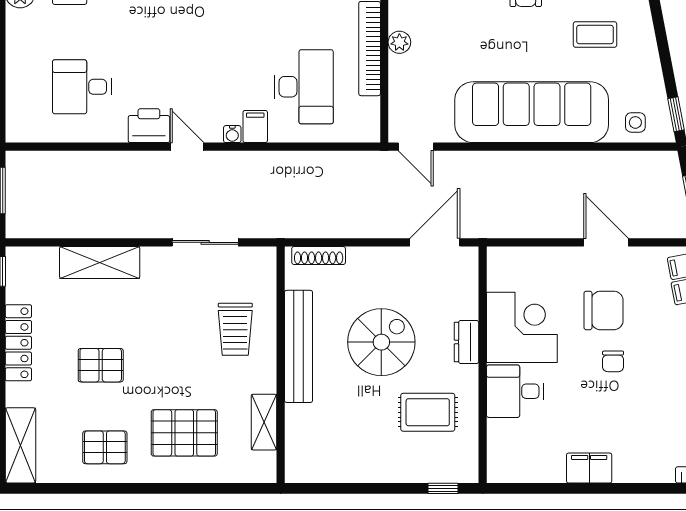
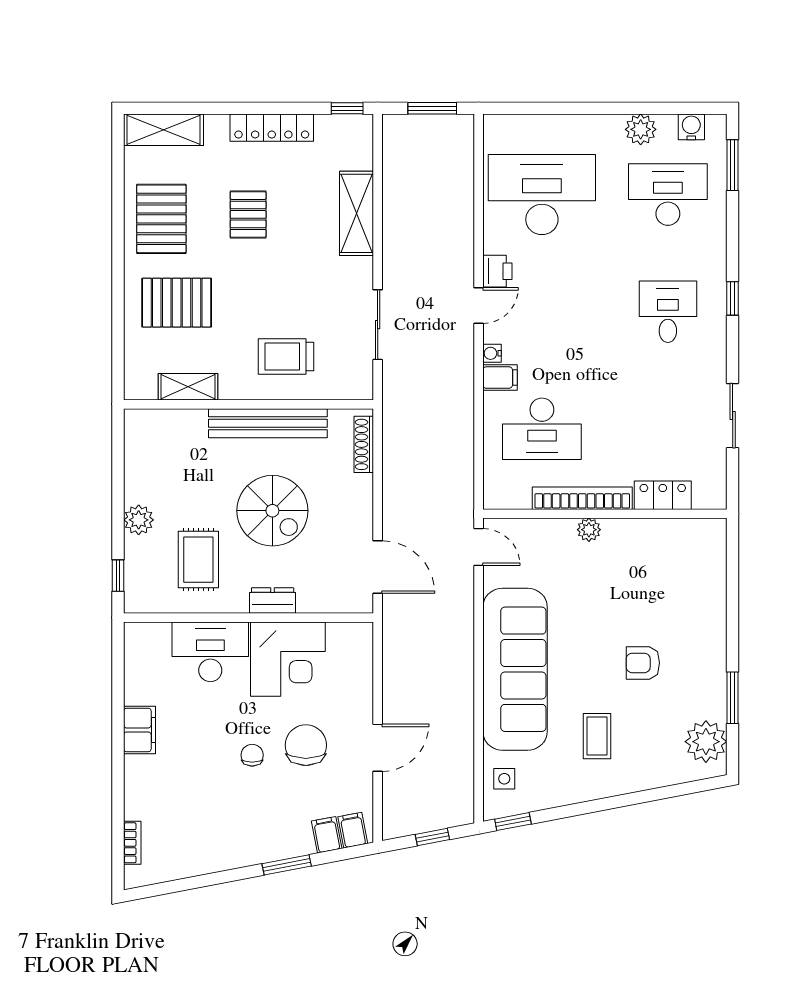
desk: (82, 87) -> (542, 195), width x1.87, depth x1.30
printer: (149, 126) -> (497, 271), width x0.73, depth x0.81
door: (416, 147) -> (479, 547), swing flipped
chair: (604, 310) -> (306, 745), turned 180
chair: (613, 361) -> (252, 755), turned 90
desk: (515, 391) -> (210, 652), width x1.37
pallet: (184, 433) -> (177, 303), turned 90
pallet: (105, 447) -> (161, 219), width x1.50, depth x1.42
plant: (390, 469) -> (139, 520), added

